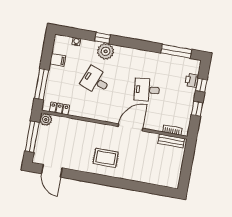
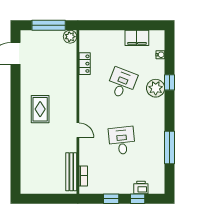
window: (176, 51) -> (170, 147), moved
filing cabinet: (58, 60) -> (137, 38), width x2.00
window: (42, 84) -> (108, 25), removed
locker: (59, 108) -> (85, 64), moved
door: (131, 127) -> (78, 130), width x0.53
bench: (171, 141) -> (71, 172), width x1.36

